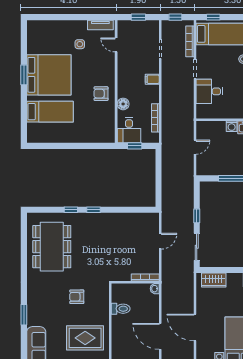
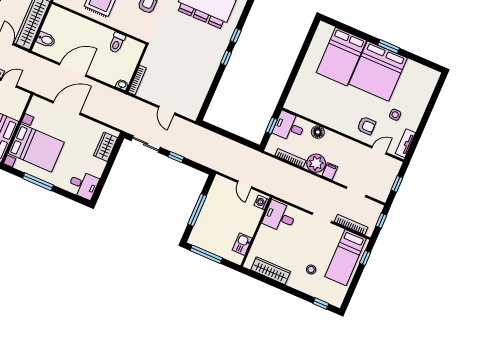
desk: (209, 91) -> (280, 217), moved, turned -90
armchair: (101, 94) -> (366, 126), moved, turned 90
plant: (150, 94) -> (316, 163), added
bed: (50, 112) -> (341, 57), width x1.50
washing machine: (232, 126) -> (261, 202), moved

